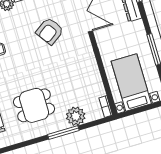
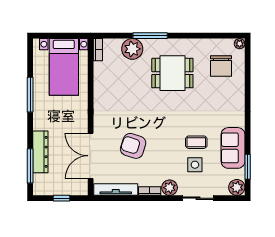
armchair: (50, 31) -> (133, 146), turned -127

